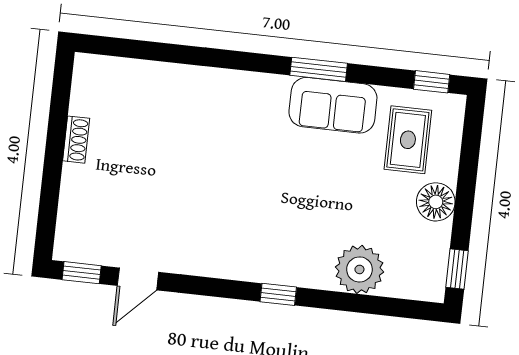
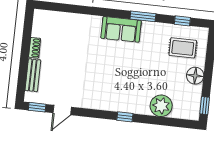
window: (432, 82) -> (182, 21), moved
sofa: (333, 105) -> (121, 29), moved
rug: (408, 140) -> (183, 48), turned 90
bench: (72, 201) -> (33, 75), added

